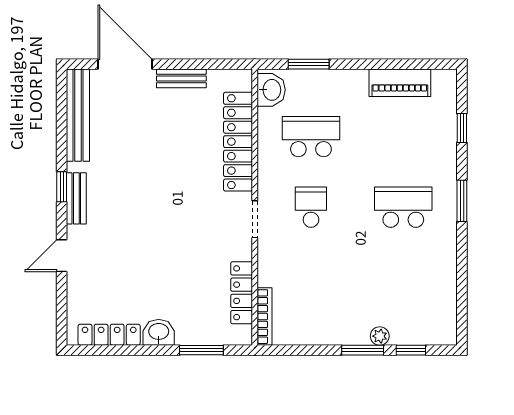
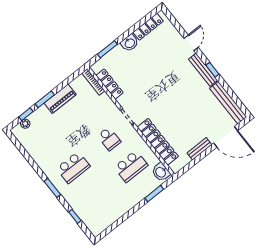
piano: (400, 83) -> (60, 99), moved, turned 180
bench: (76, 198) -> (203, 70), width x1.36
plant: (380, 336) -> (25, 124), moved

